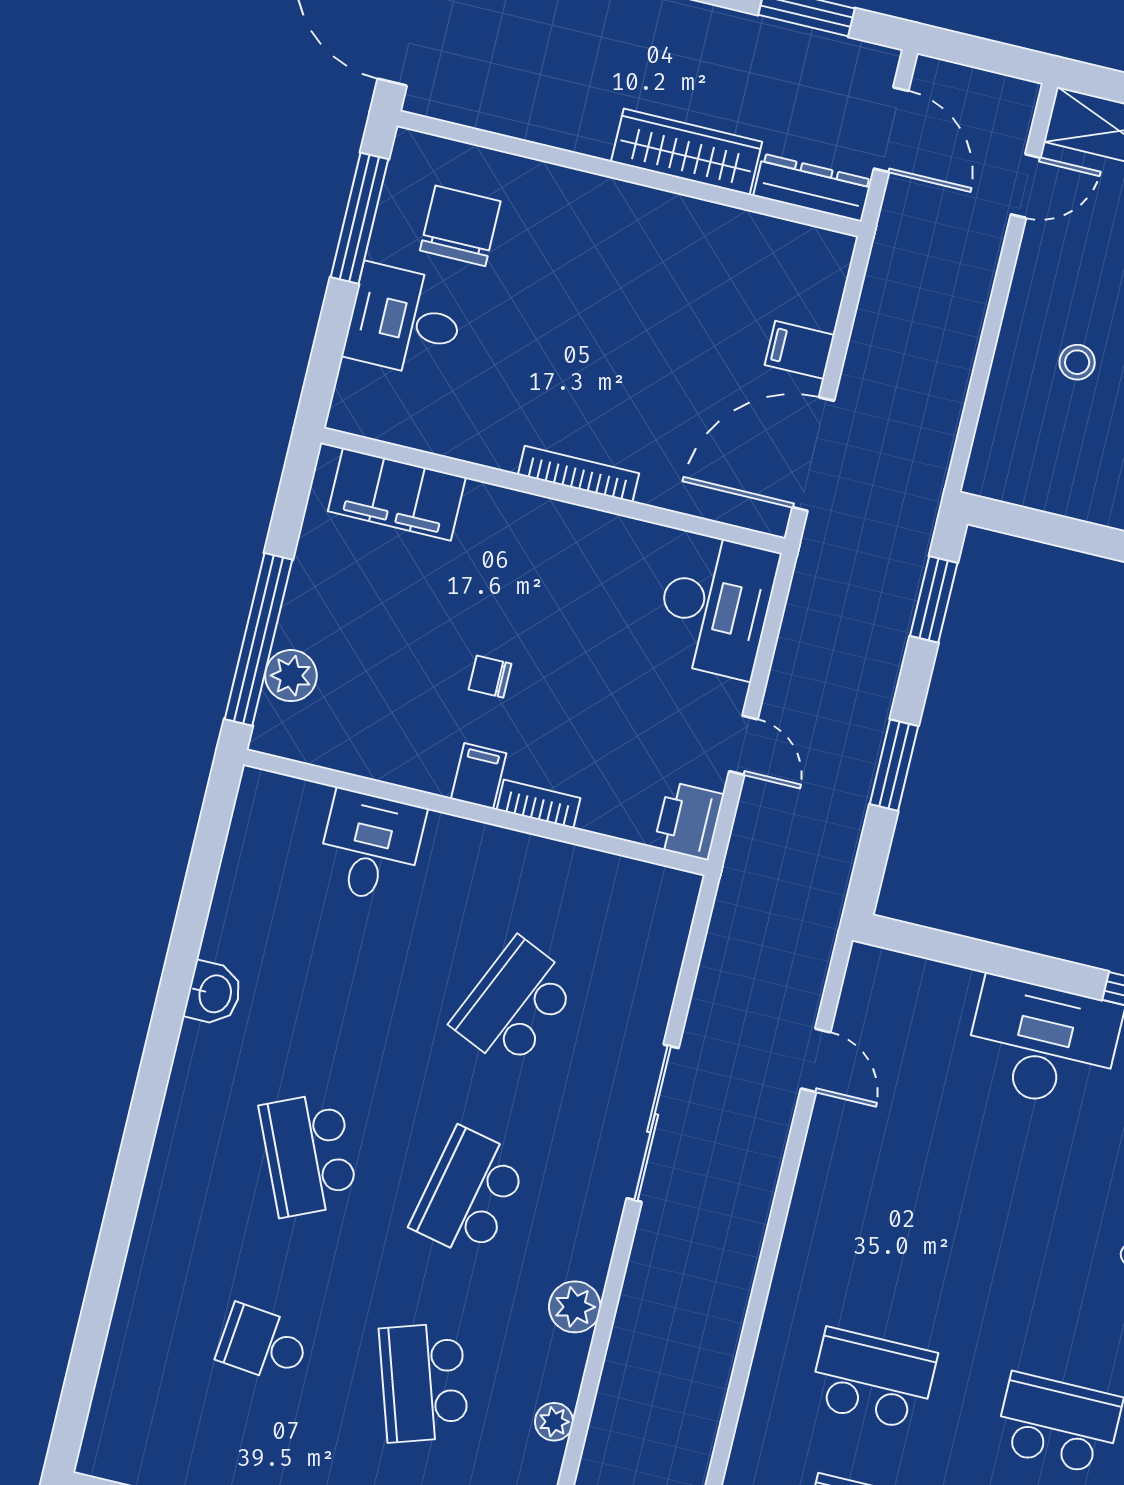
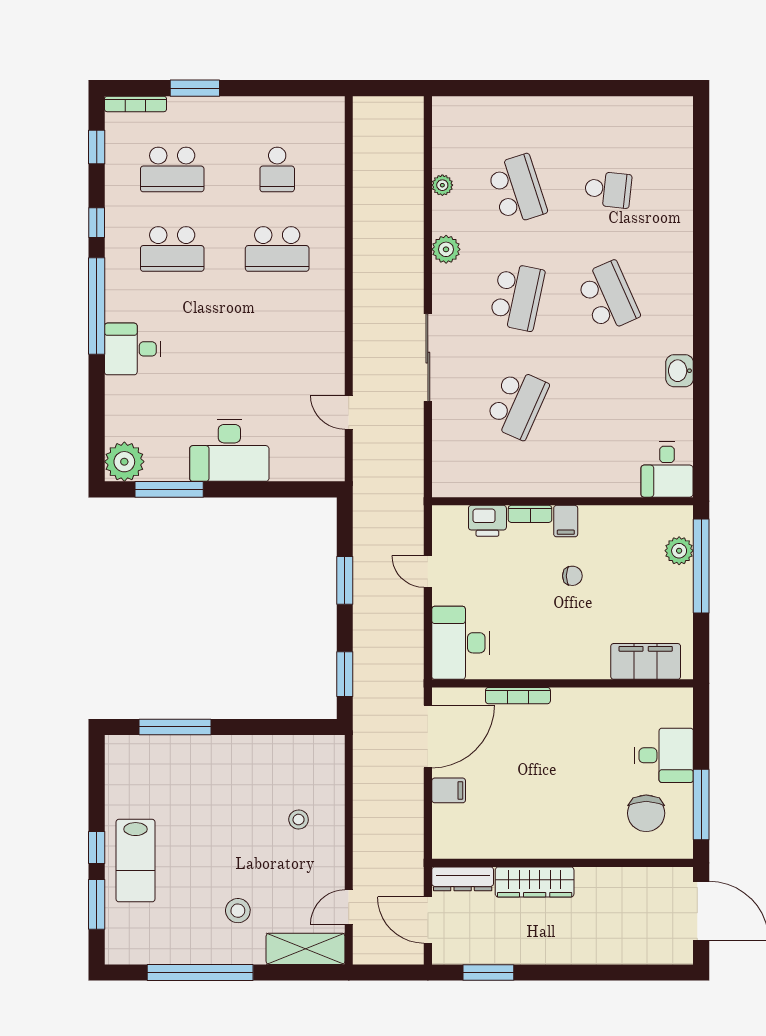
bookcase: (579, 474) -> (518, 696), moved
printer: (689, 821) -> (487, 521), moved, turned 90
desk: (371, 847) -> (667, 469), moved

